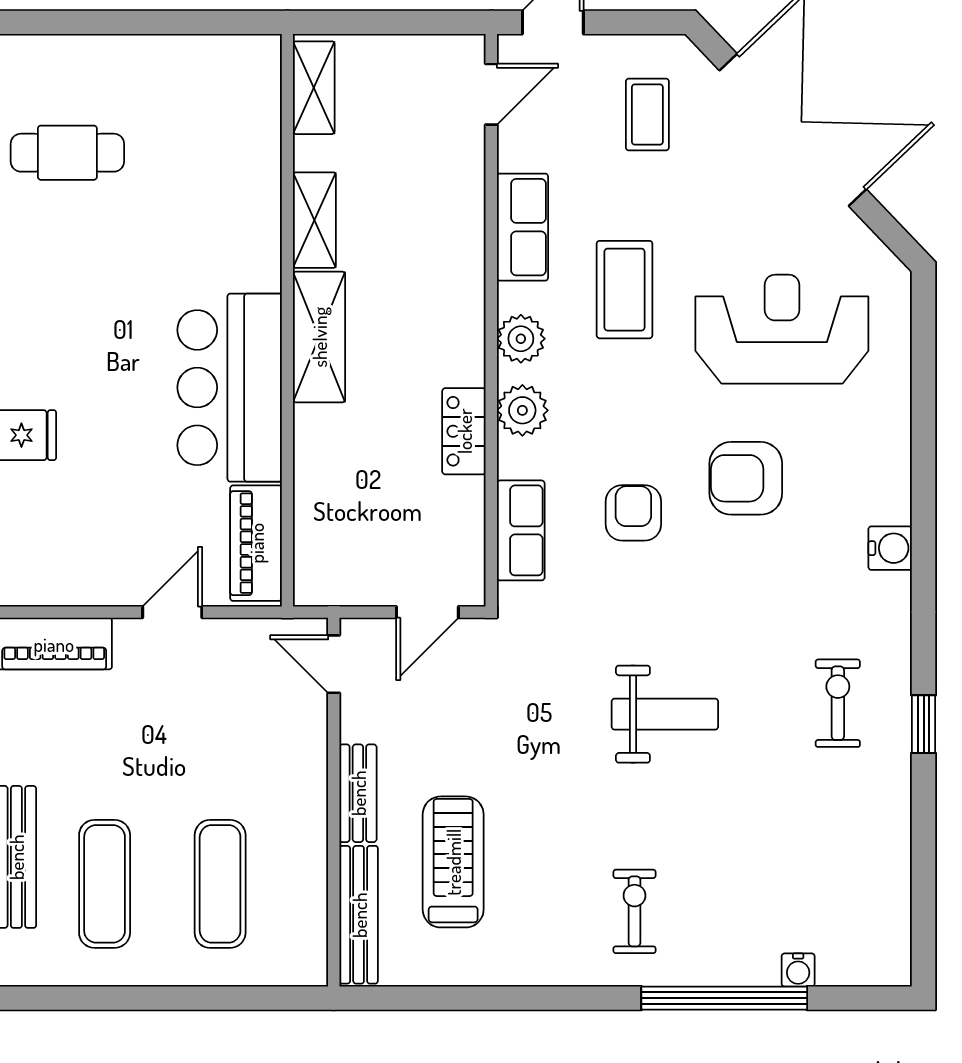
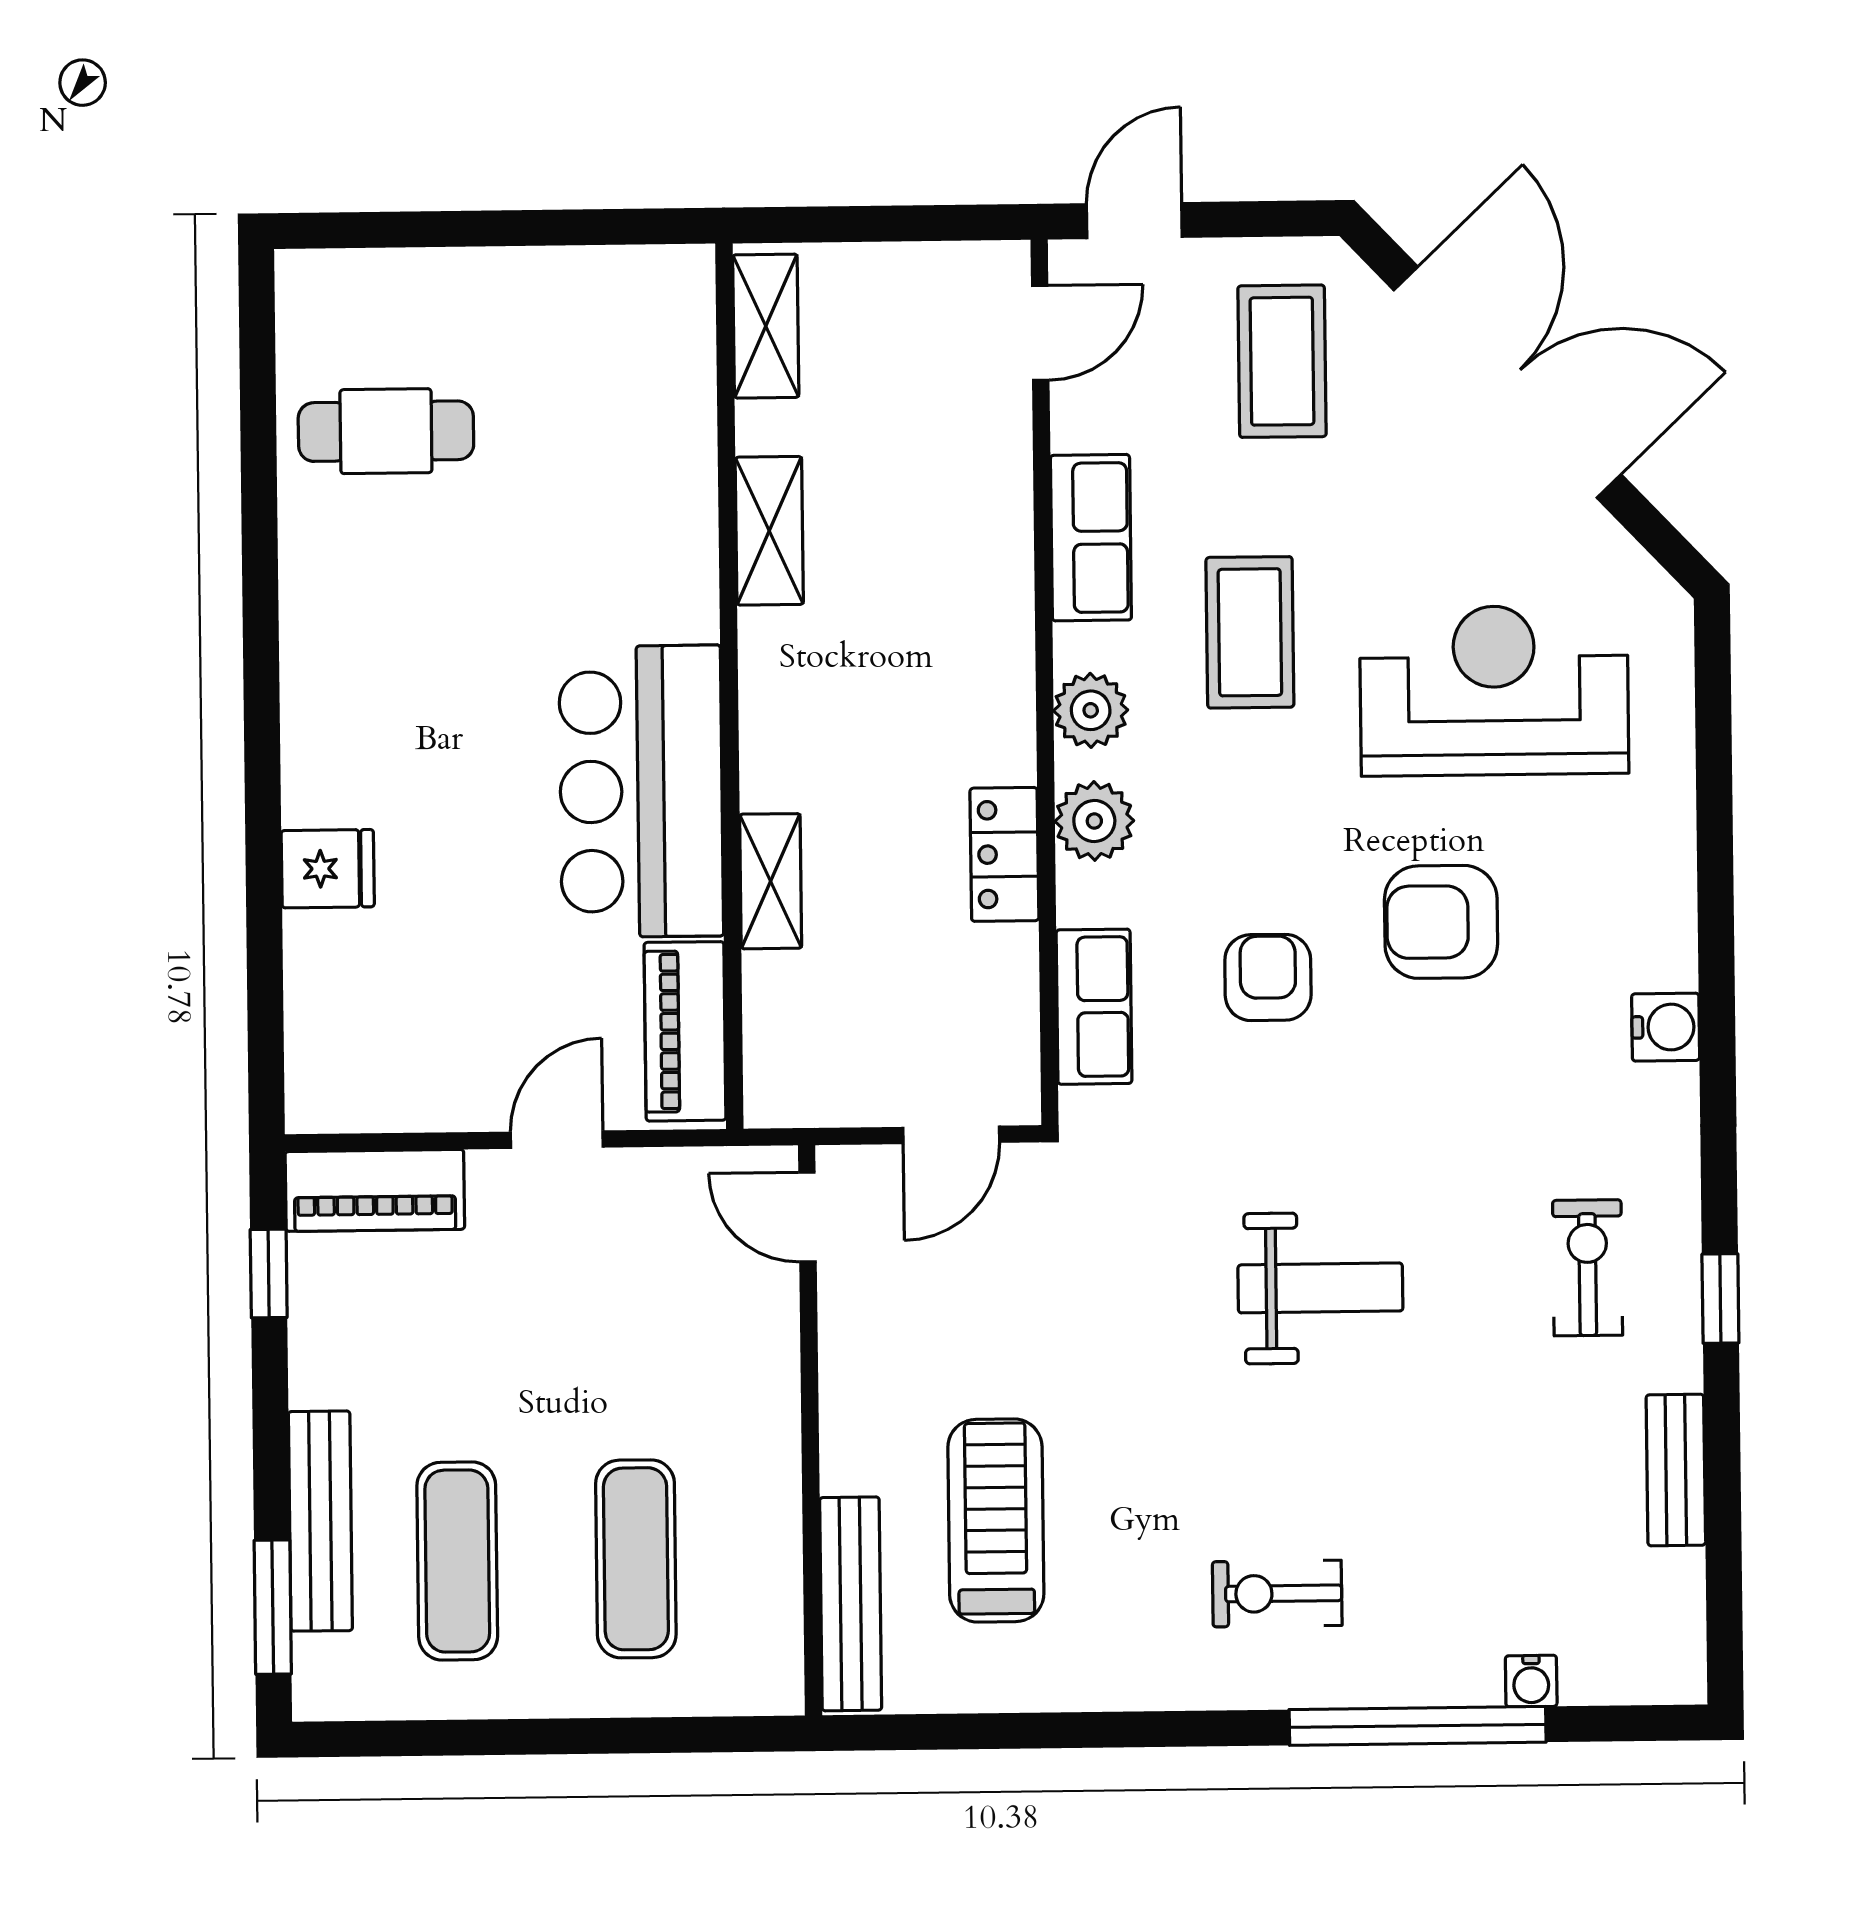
coffee table: (647, 114) -> (1282, 361), width x1.36, depth x1.30
shelving: (319, 337) -> (771, 881), moved, width x0.67, depth x0.75
bench: (358, 793) -> (1676, 1470), moved
exercise bike: (635, 911) -> (1277, 1594), turned -90

